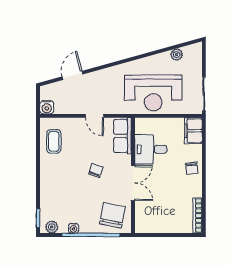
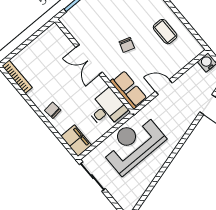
plant: (177, 55) -> (140, 190), removed
coffee table: (54, 141) -> (165, 32), moved
desk: (151, 149) -> (107, 109), moved
chair: (112, 215) -> (84, 21), removed

